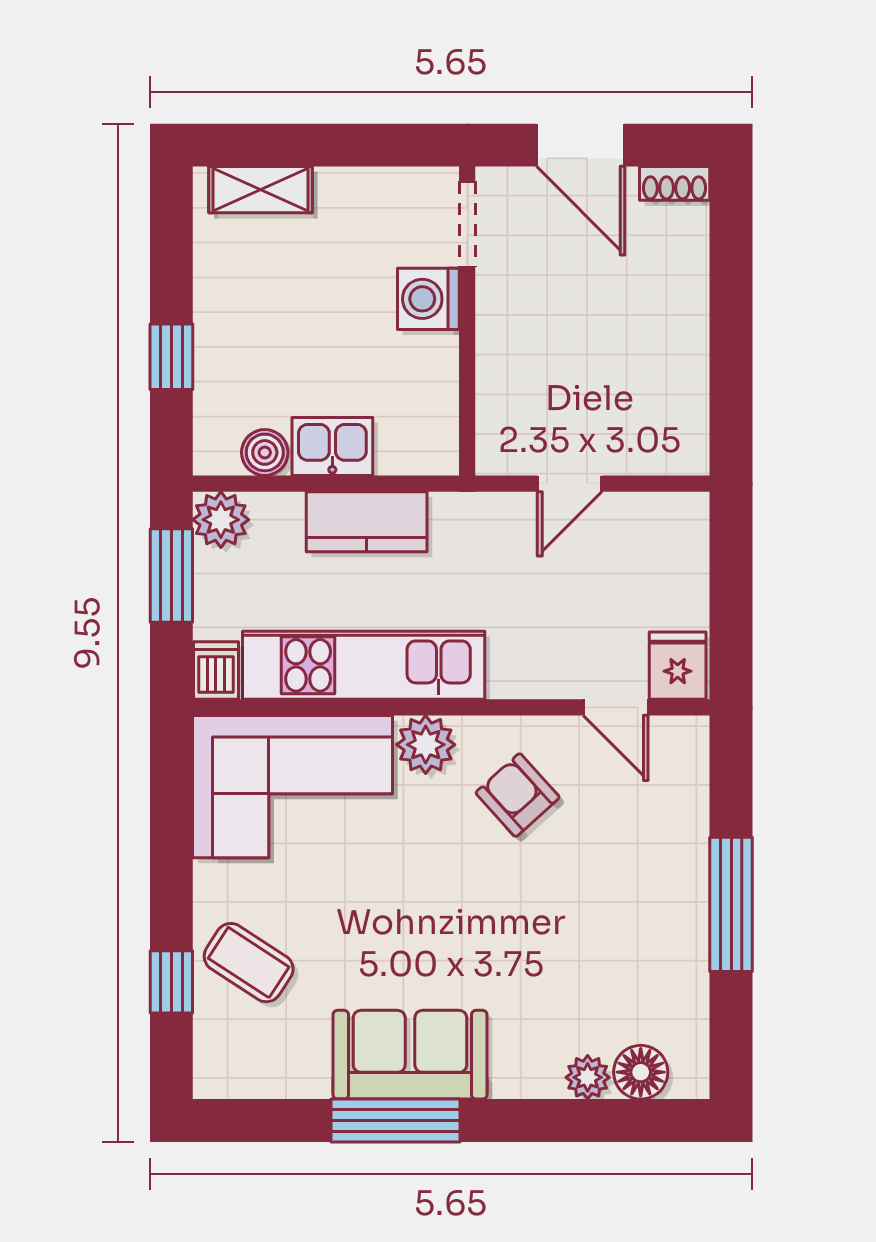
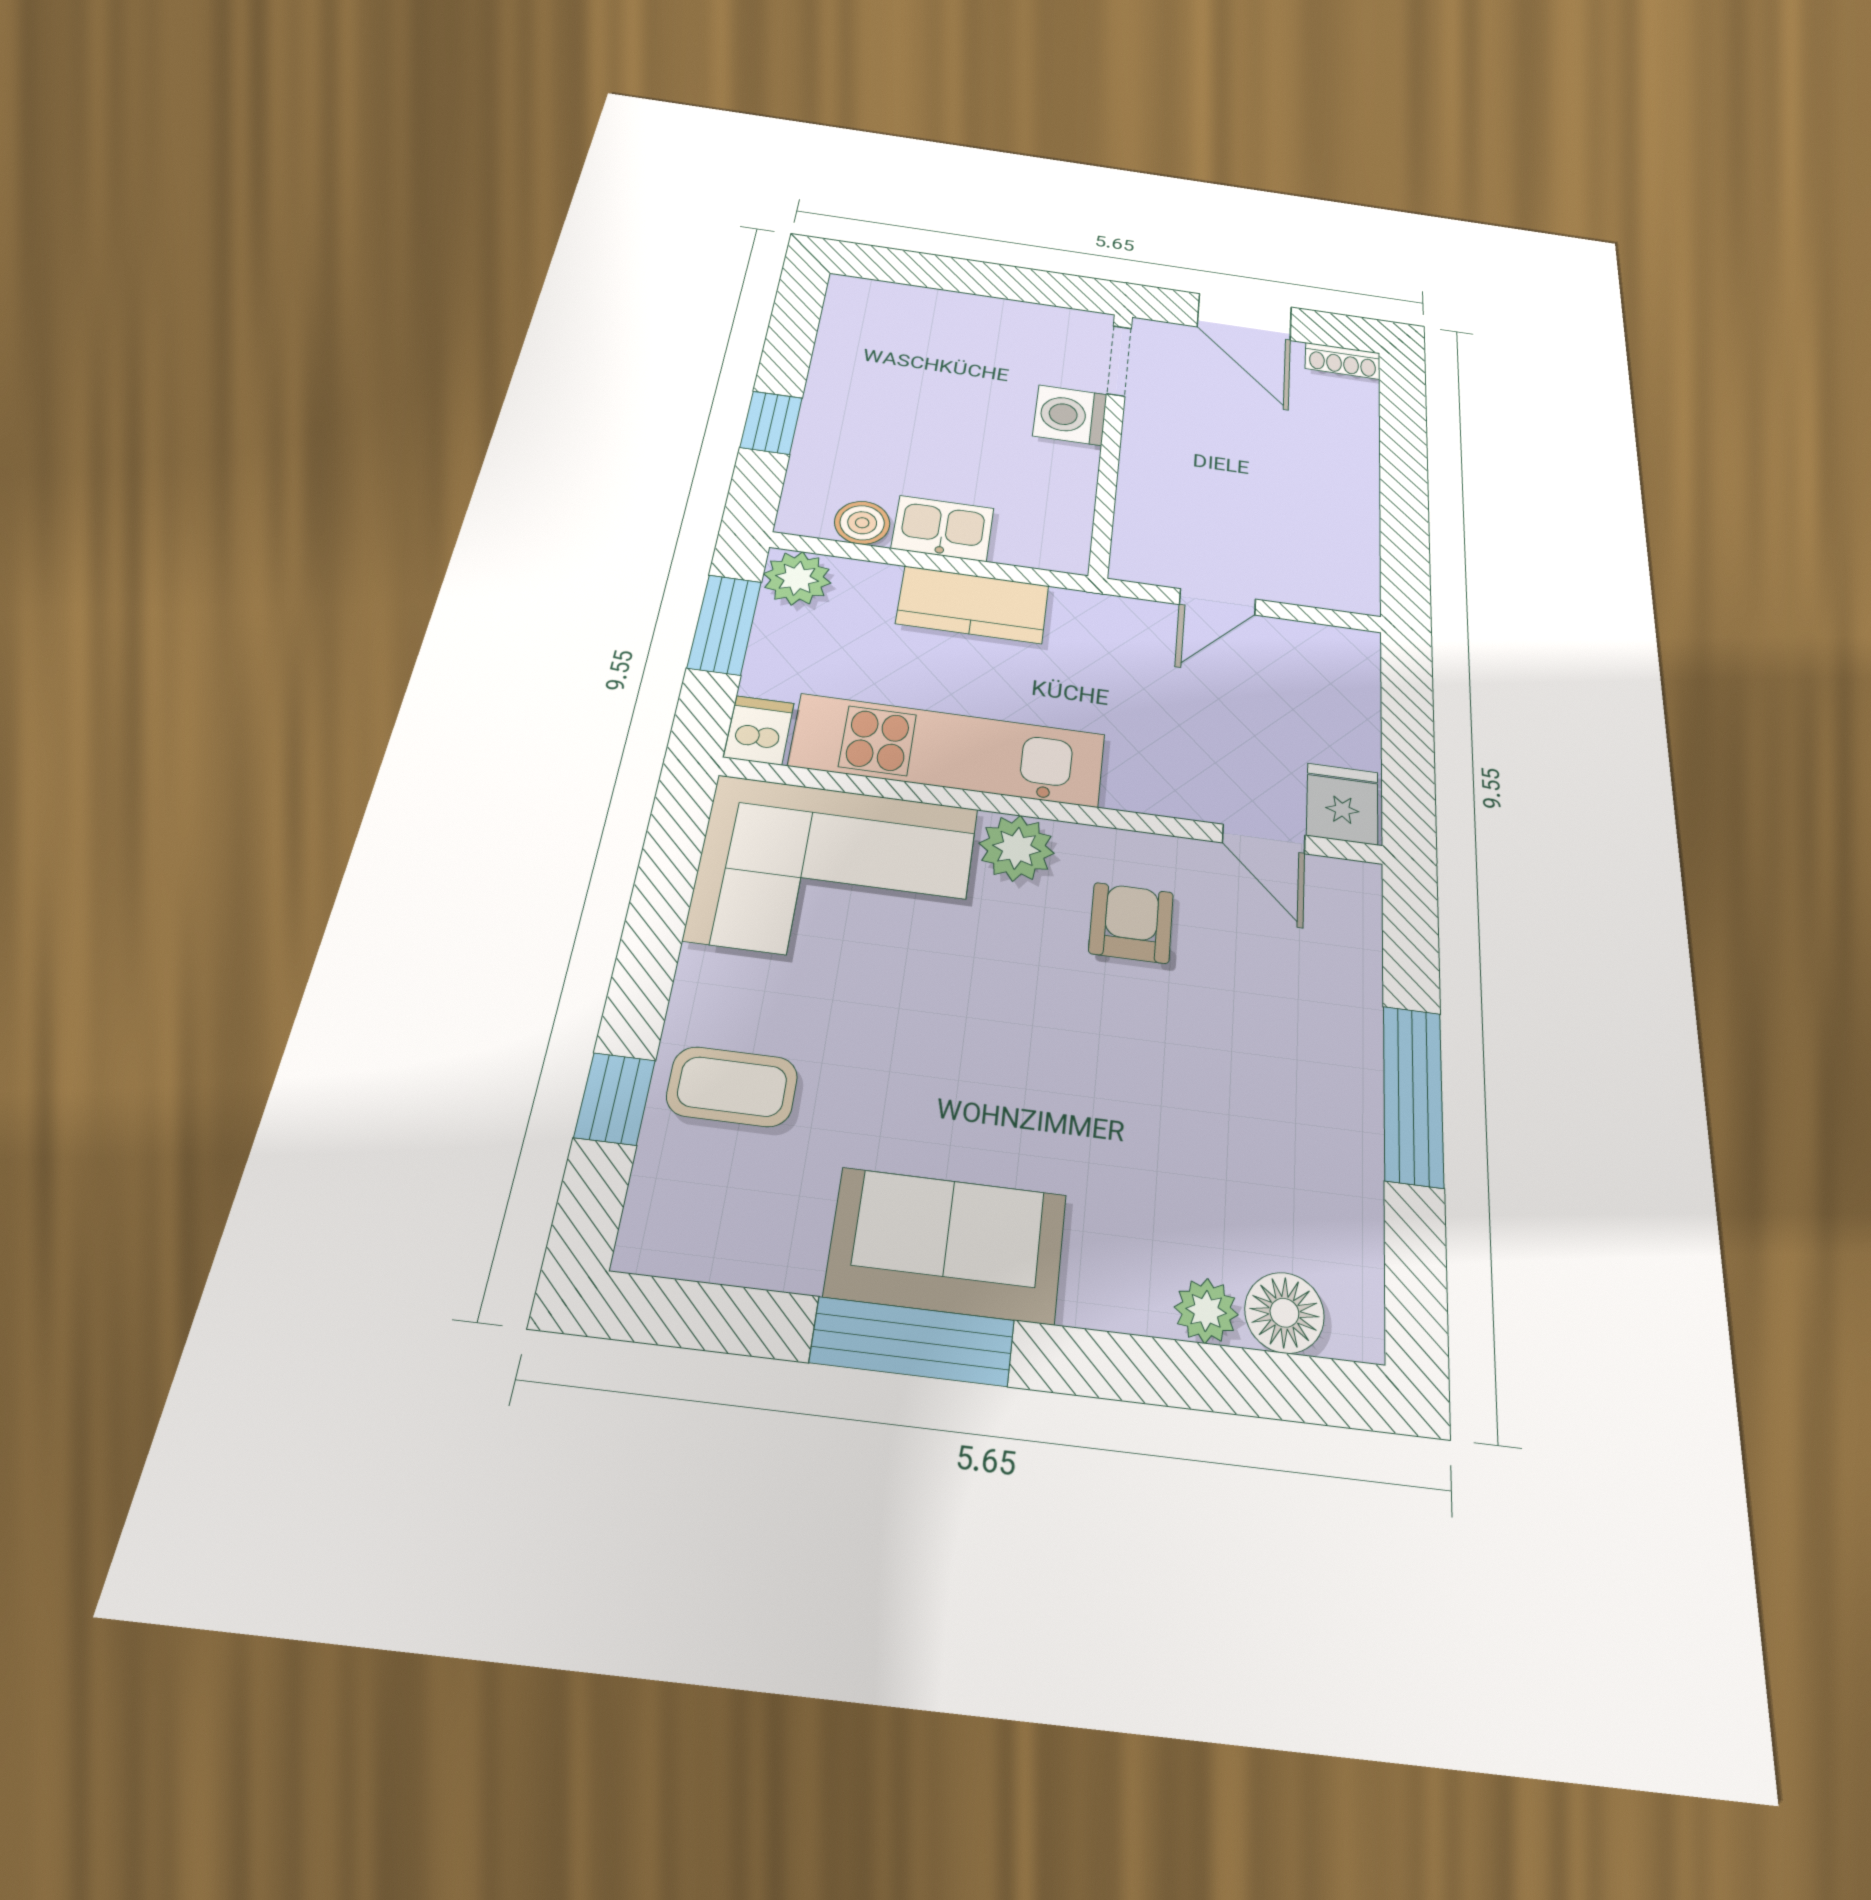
shelving: (260, 190) -> (899, 301), removed
armchair: (518, 795) -> (1131, 923), turned 42
coffee table: (249, 963) -> (732, 1087), turned -33

